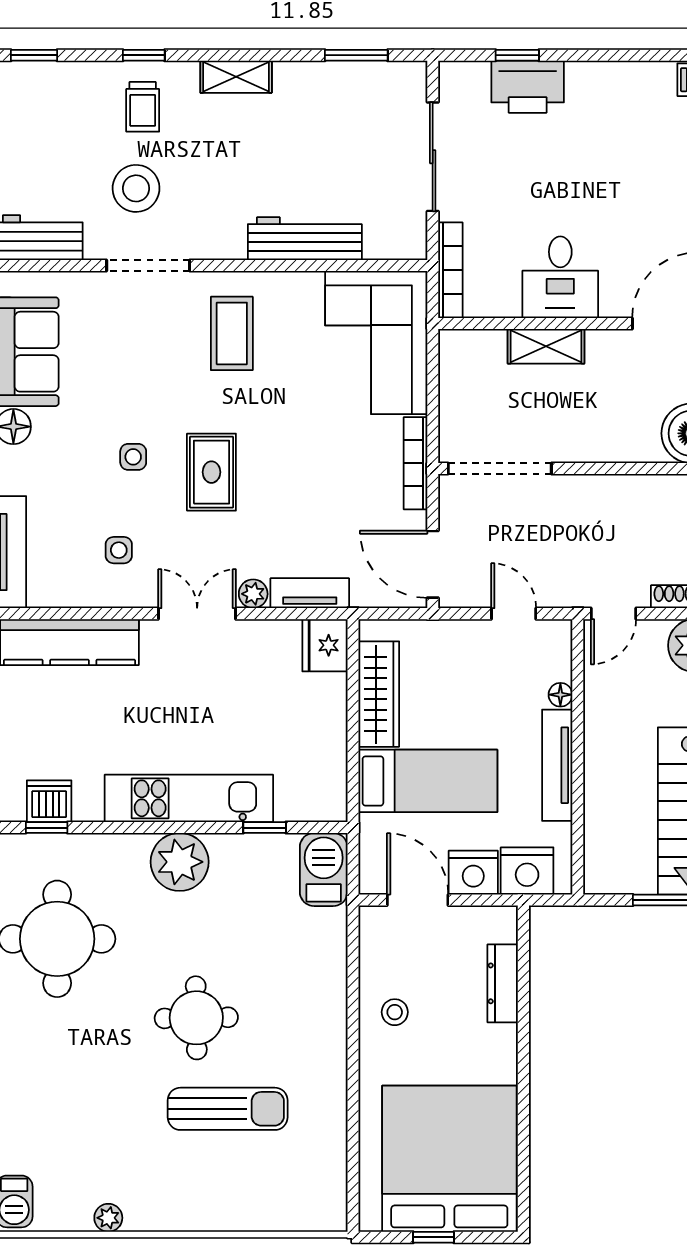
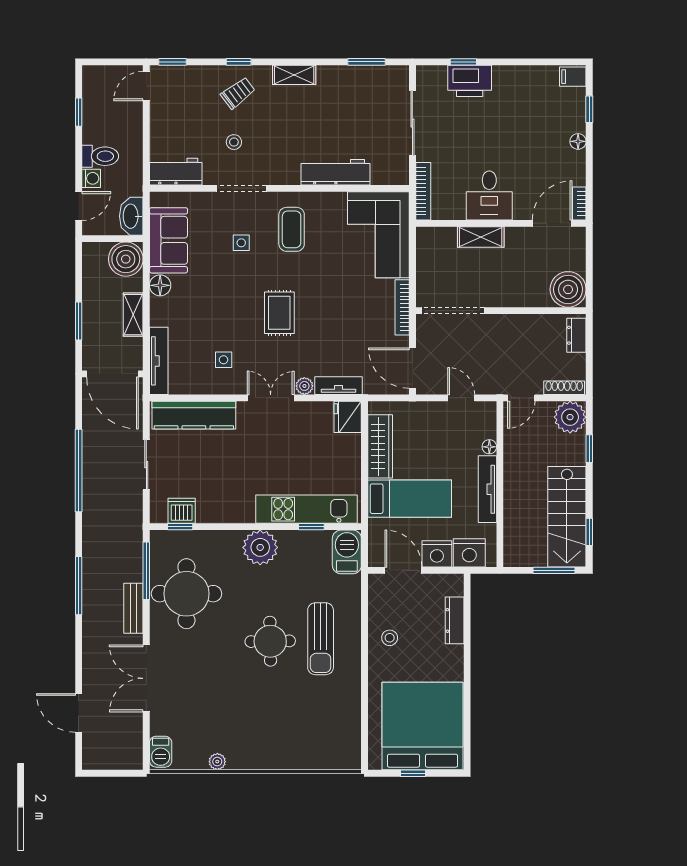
trolley: (143, 107) -> (238, 93), turned -127
stool: (136, 188) -> (234, 142), width x0.53, depth x0.53
side table: (133, 457) -> (241, 243), moved
kitchen unit: (189, 798) -> (306, 509), moved
sun lounger: (228, 1109) -> (321, 639), moved, turned 90

